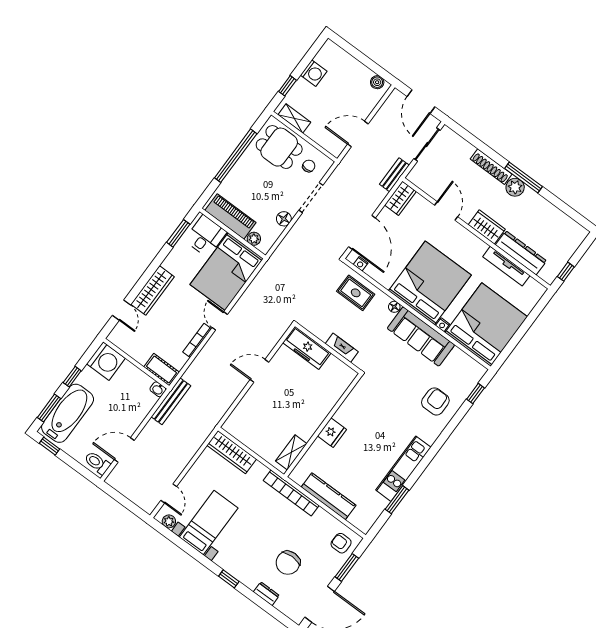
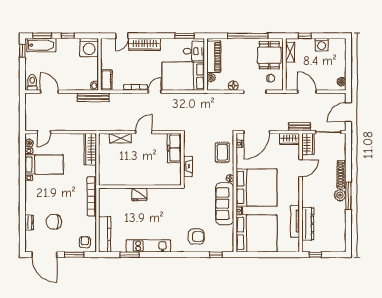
wardrobe: (487, 227) -> (308, 144), moved
door: (259, 371) -> (144, 132), hinge flipped
bathtub: (68, 413) -> (41, 45), width x0.73, depth x0.73
shelving: (291, 452) -> (120, 138), moved
kitchen counter: (329, 496) -> (105, 234), moved
window: (229, 579) -> (22, 197), removed

